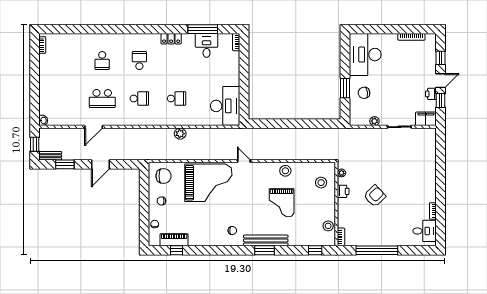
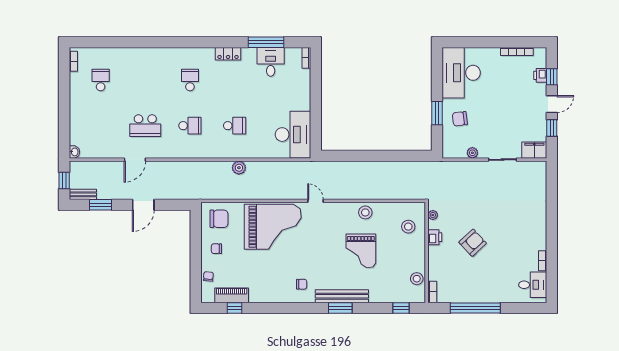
school desk: (102, 61) -> (101, 80), moved, turned 180
printer: (431, 94) -> (540, 75), moved

